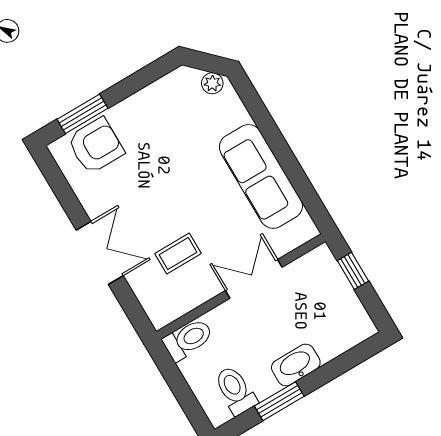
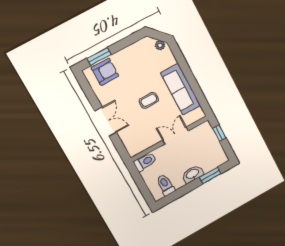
coffee table: (178, 254) -> (149, 100), moved
window: (279, 401) -> (210, 175), moved

